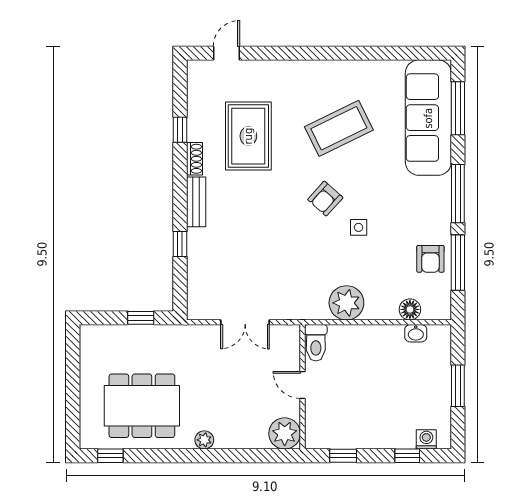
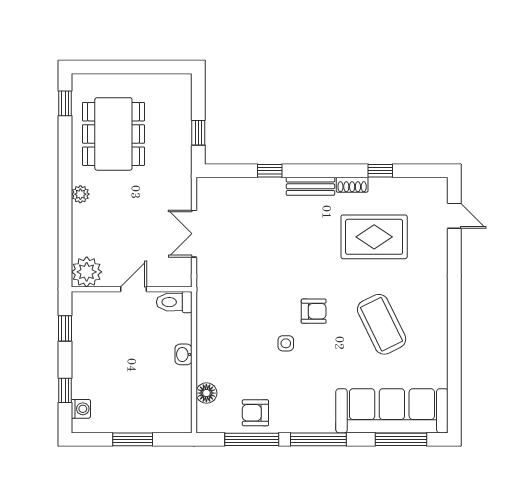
armchair: (325, 199) -> (314, 311), turned 138
plant: (346, 303) -> (213, 332), removed
washbasin: (416, 333) -> (183, 354), moved

